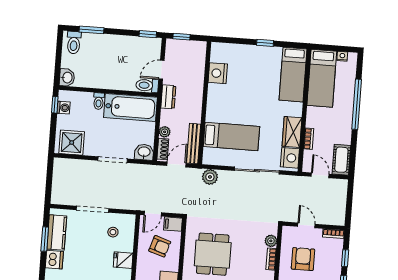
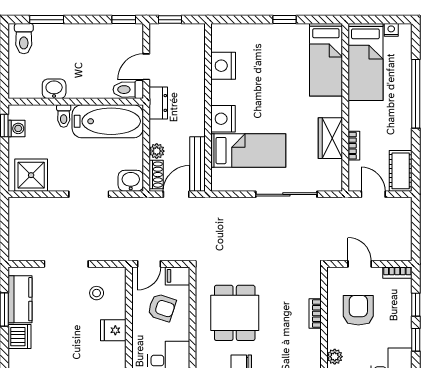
washbasin: (67, 78) -> (54, 89), moved, turned -90
nightstand: (290, 158) -> (223, 119), moved, turned 180
plant: (210, 177) -> (223, 208), removed
plant: (271, 241) -> (313, 289), removed

